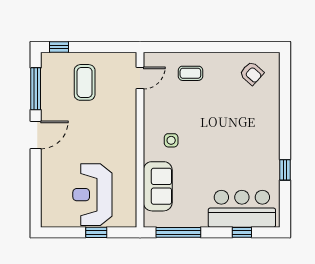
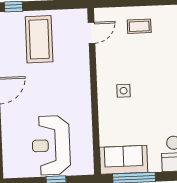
coffee table: (85, 82) -> (39, 39), width x1.36, depth x1.32
sofa: (158, 186) -> (124, 160), moved, turned -90

